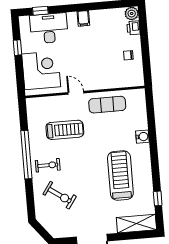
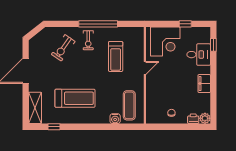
filing cabinet: (83, 18) -> (204, 84), width x2.00
desk: (49, 28) -> (199, 55), width x0.73
exercise mat: (107, 105) -> (129, 105), moved
water cooler: (142, 137) -> (115, 119), moved

